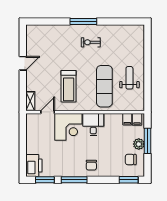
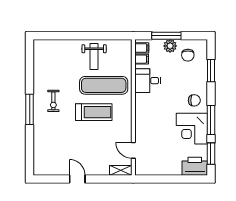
weight bench: (129, 78) -> (94, 57), turned -90
treadmill: (69, 86) -> (94, 112), moved
desk: (93, 125) -> (148, 81), moved
corner desk: (68, 127) -> (192, 129), moved, turned 180
window: (129, 180) -> (211, 71), moved

